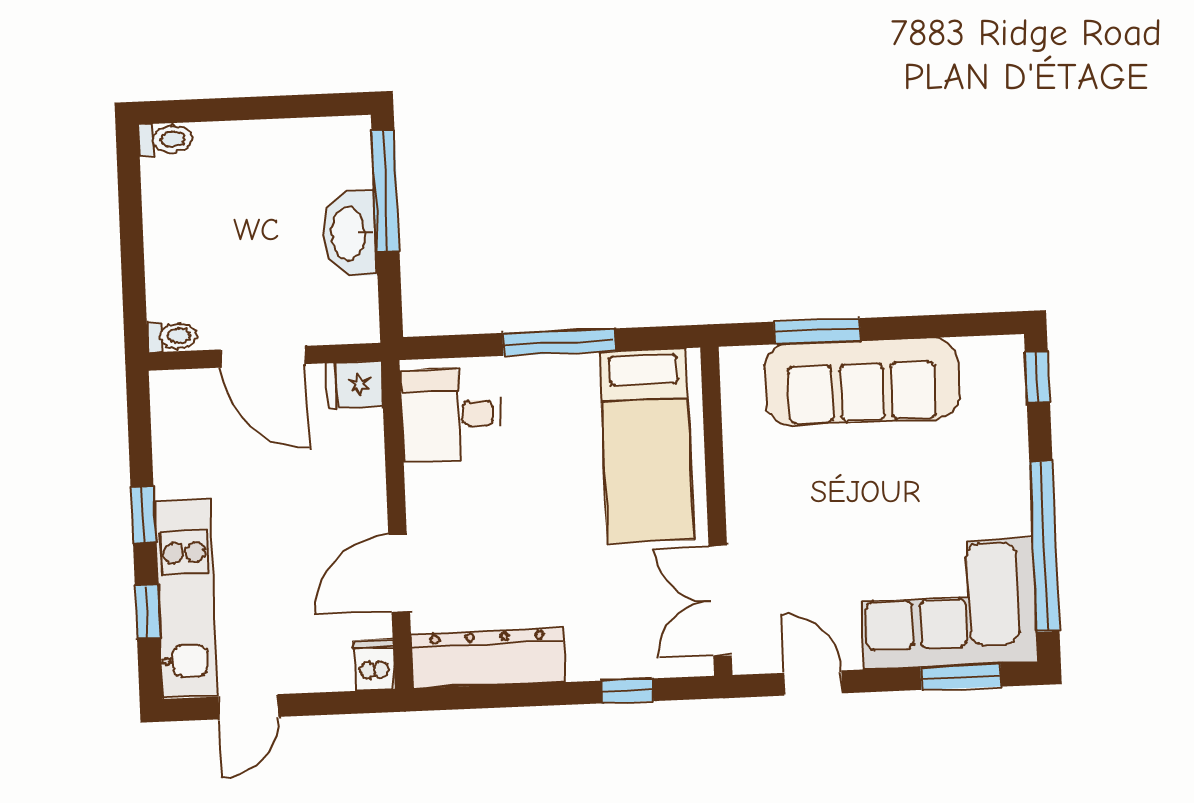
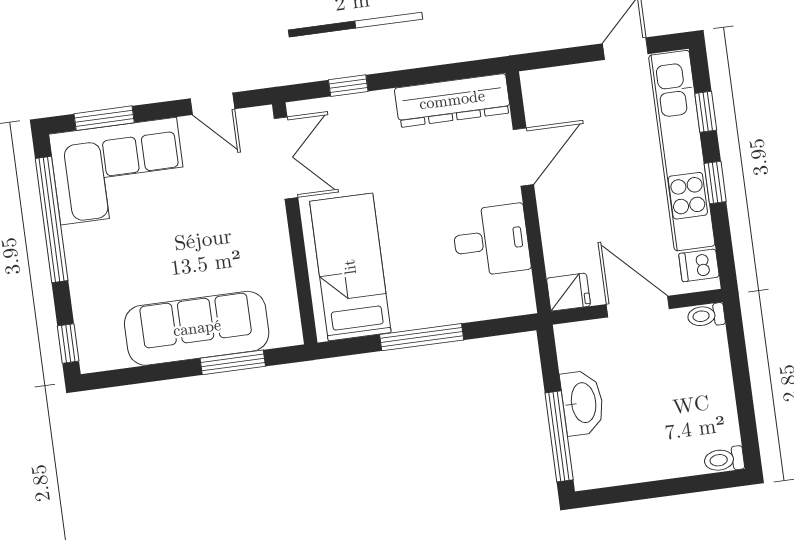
desk: (451, 414) -> (491, 240), moved
kitchen unit: (186, 598) -> (682, 151), width x1.36
dishwasher: (374, 665) -> (699, 265), moved, turned 90

